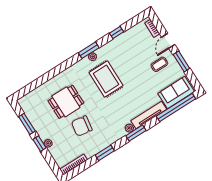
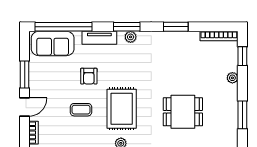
coffee table: (159, 64) -> (81, 110), moved
armchair: (140, 86) -> (89, 76), added
tv unit: (149, 115) -> (99, 38), width x0.71
chair: (82, 126) -> (182, 73), removed
window: (39, 144) -> (242, 56), moved

